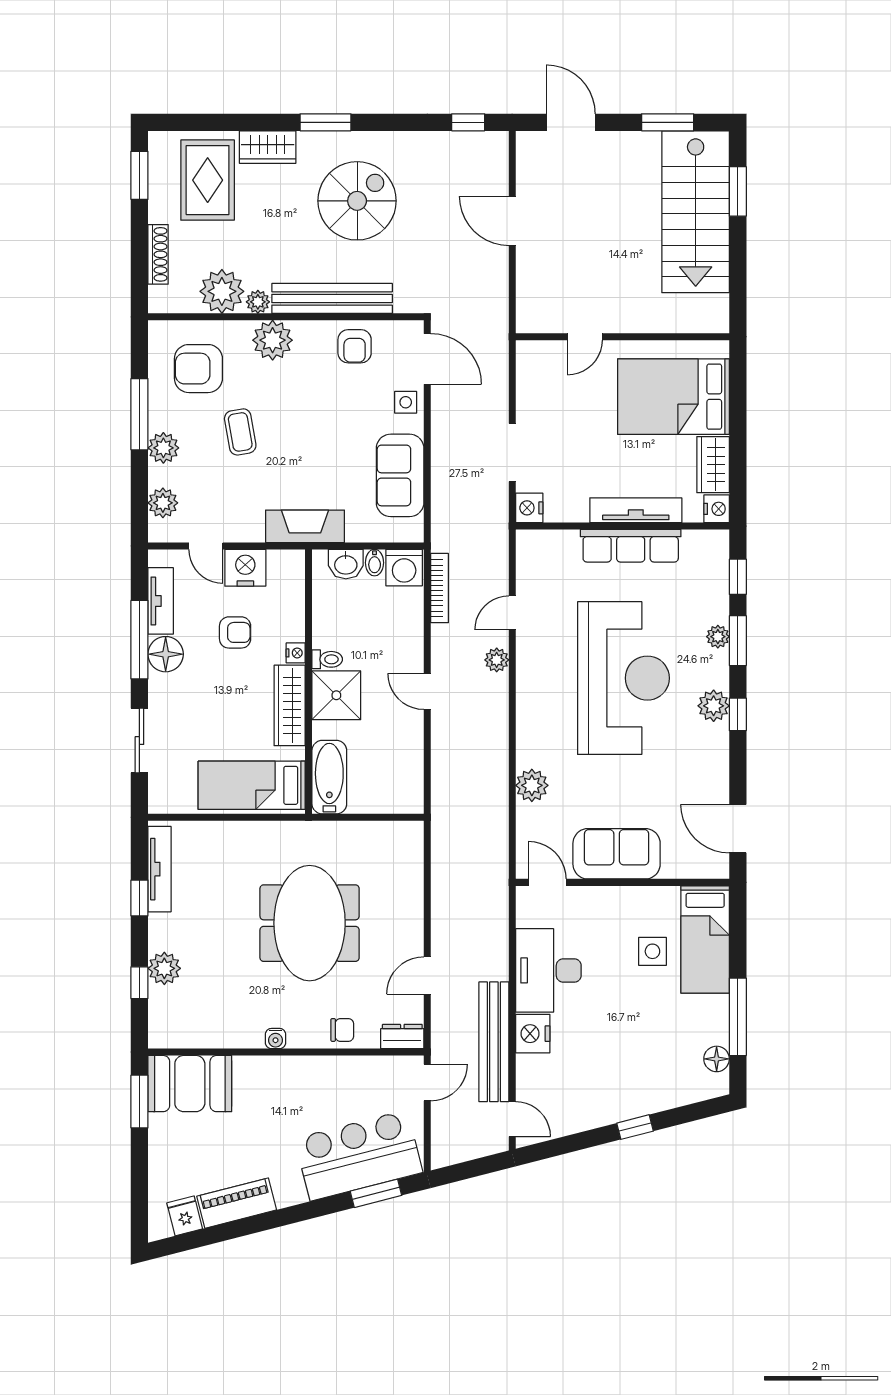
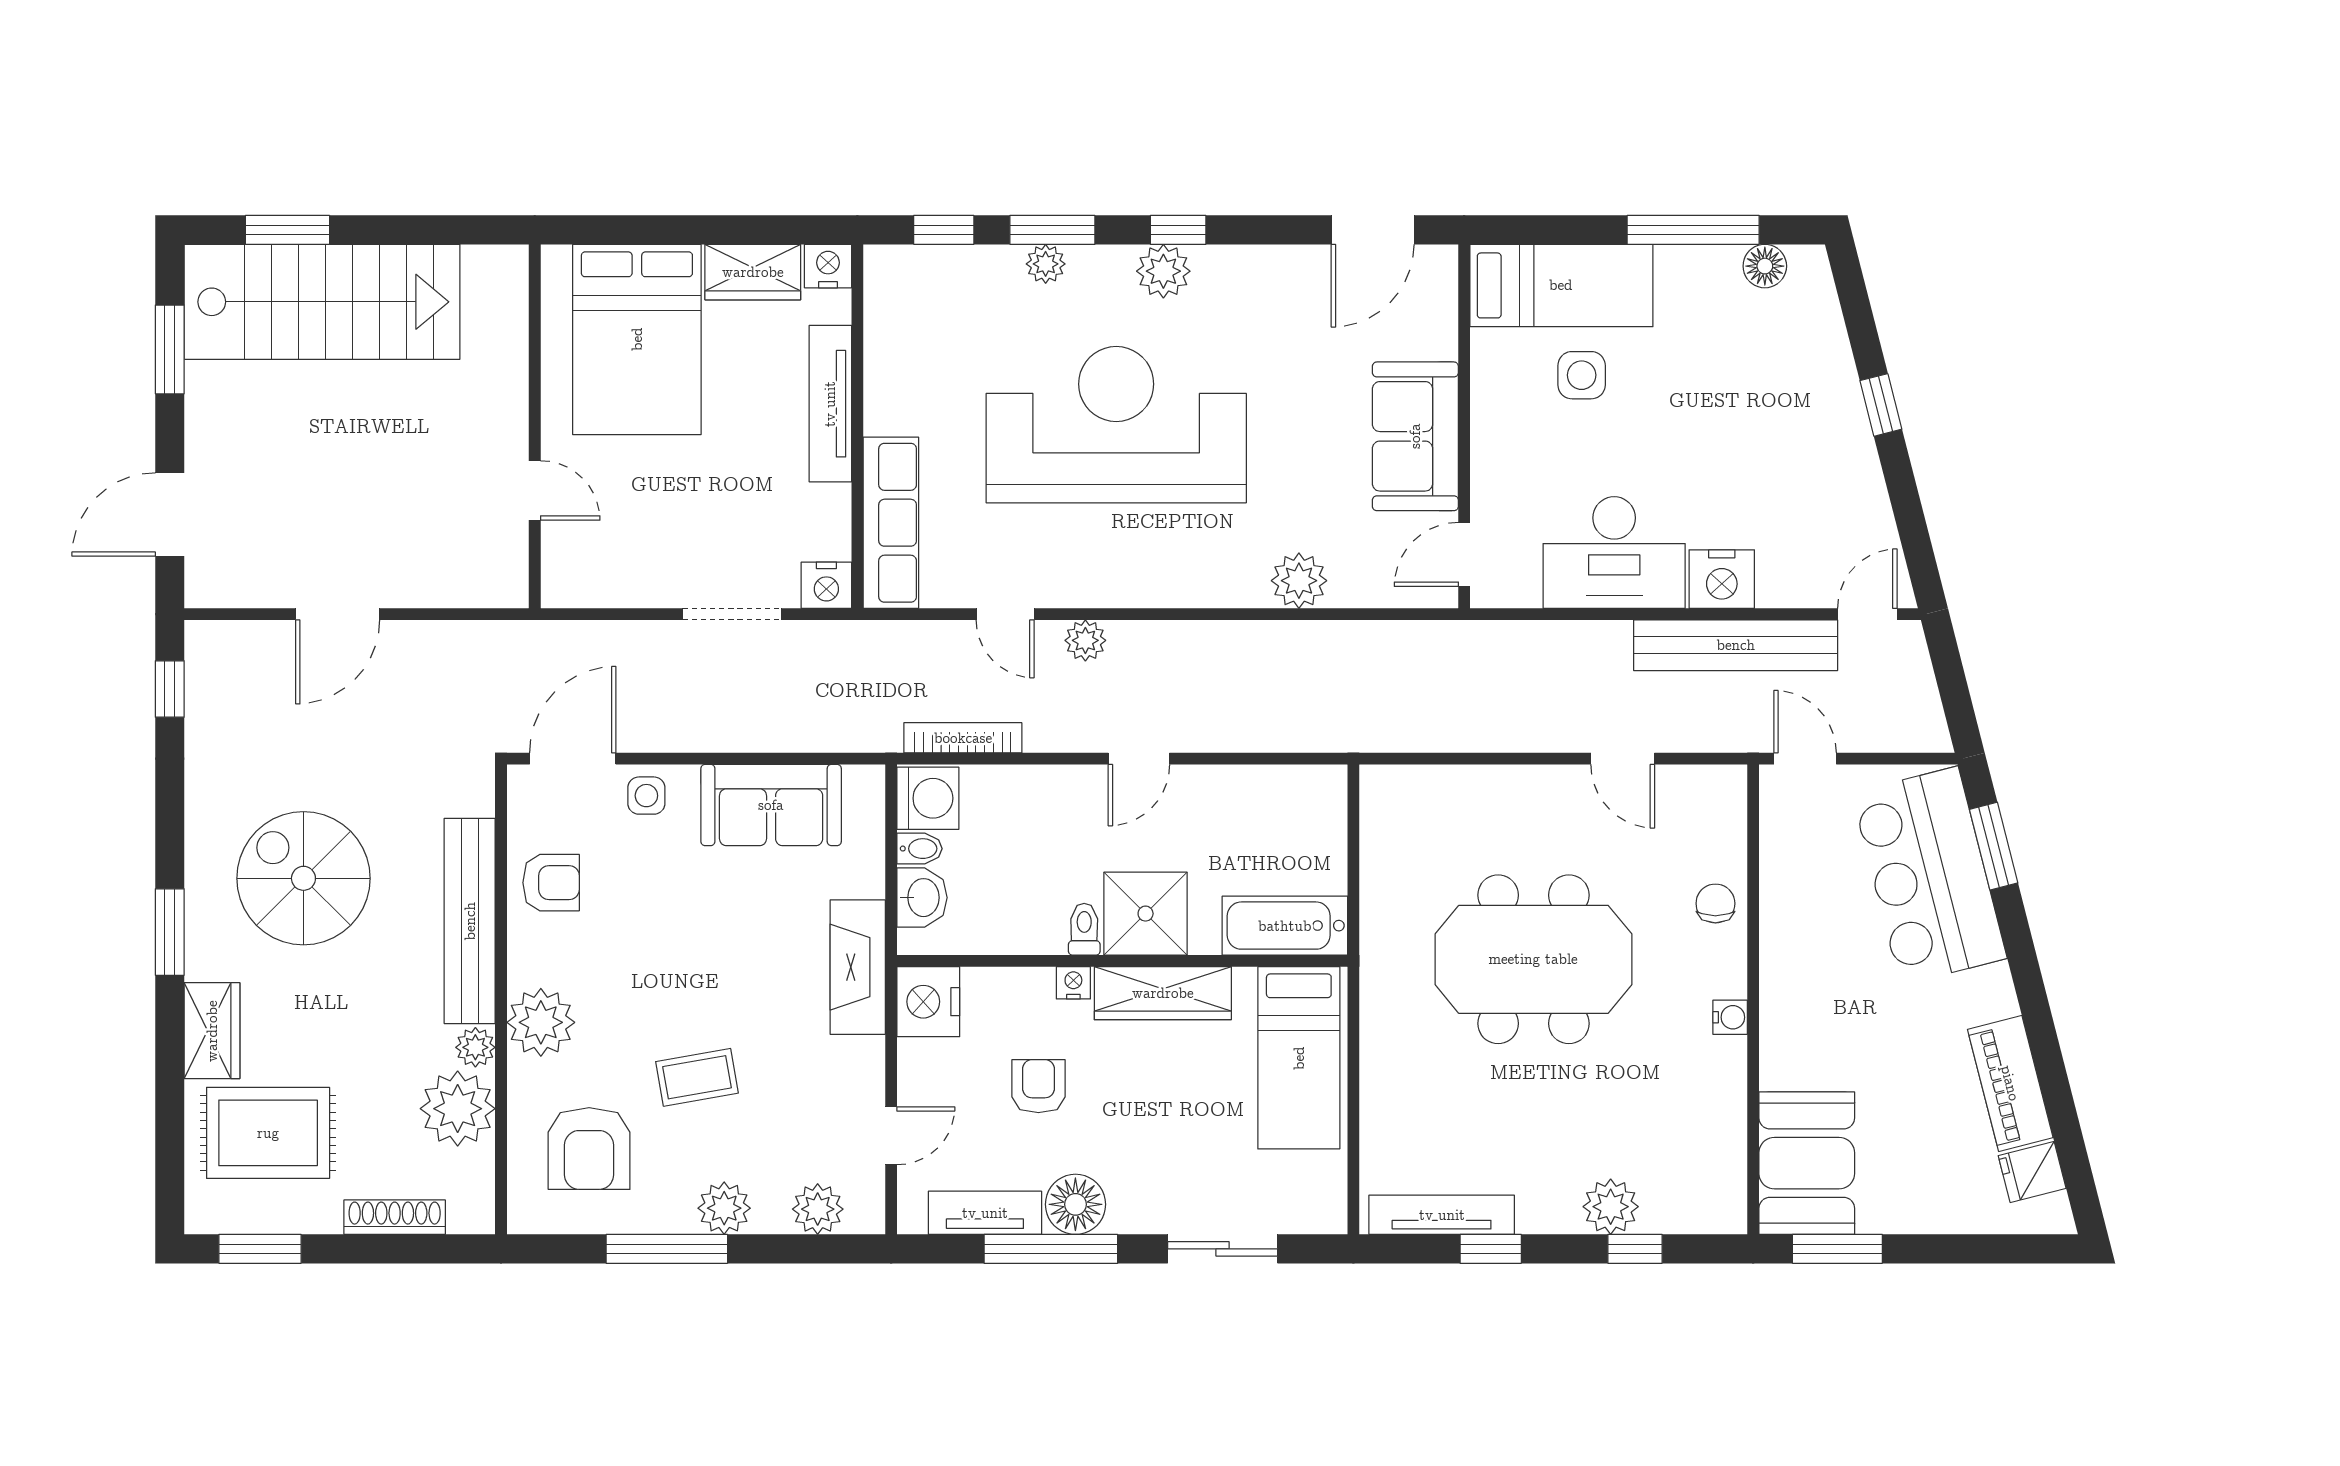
row of seats: (631, 546) -> (891, 523), moved
nightstand: (245, 568) -> (928, 1002), moved
dresser: (402, 1036) -> (1727, 801), removed

